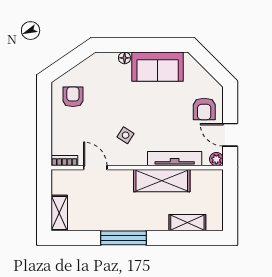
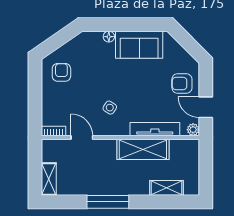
armchair: (204, 109) -> (182, 84), turned 90

